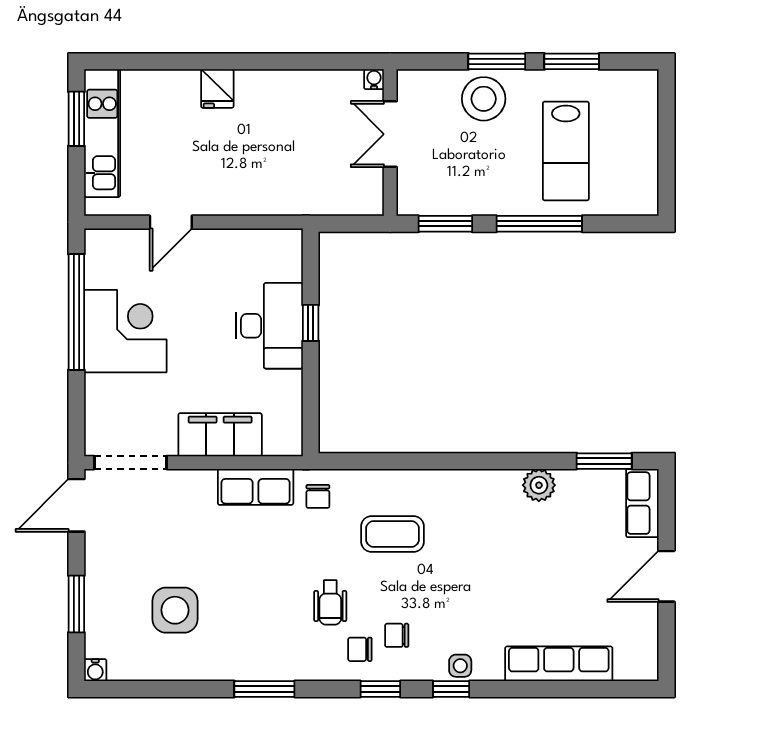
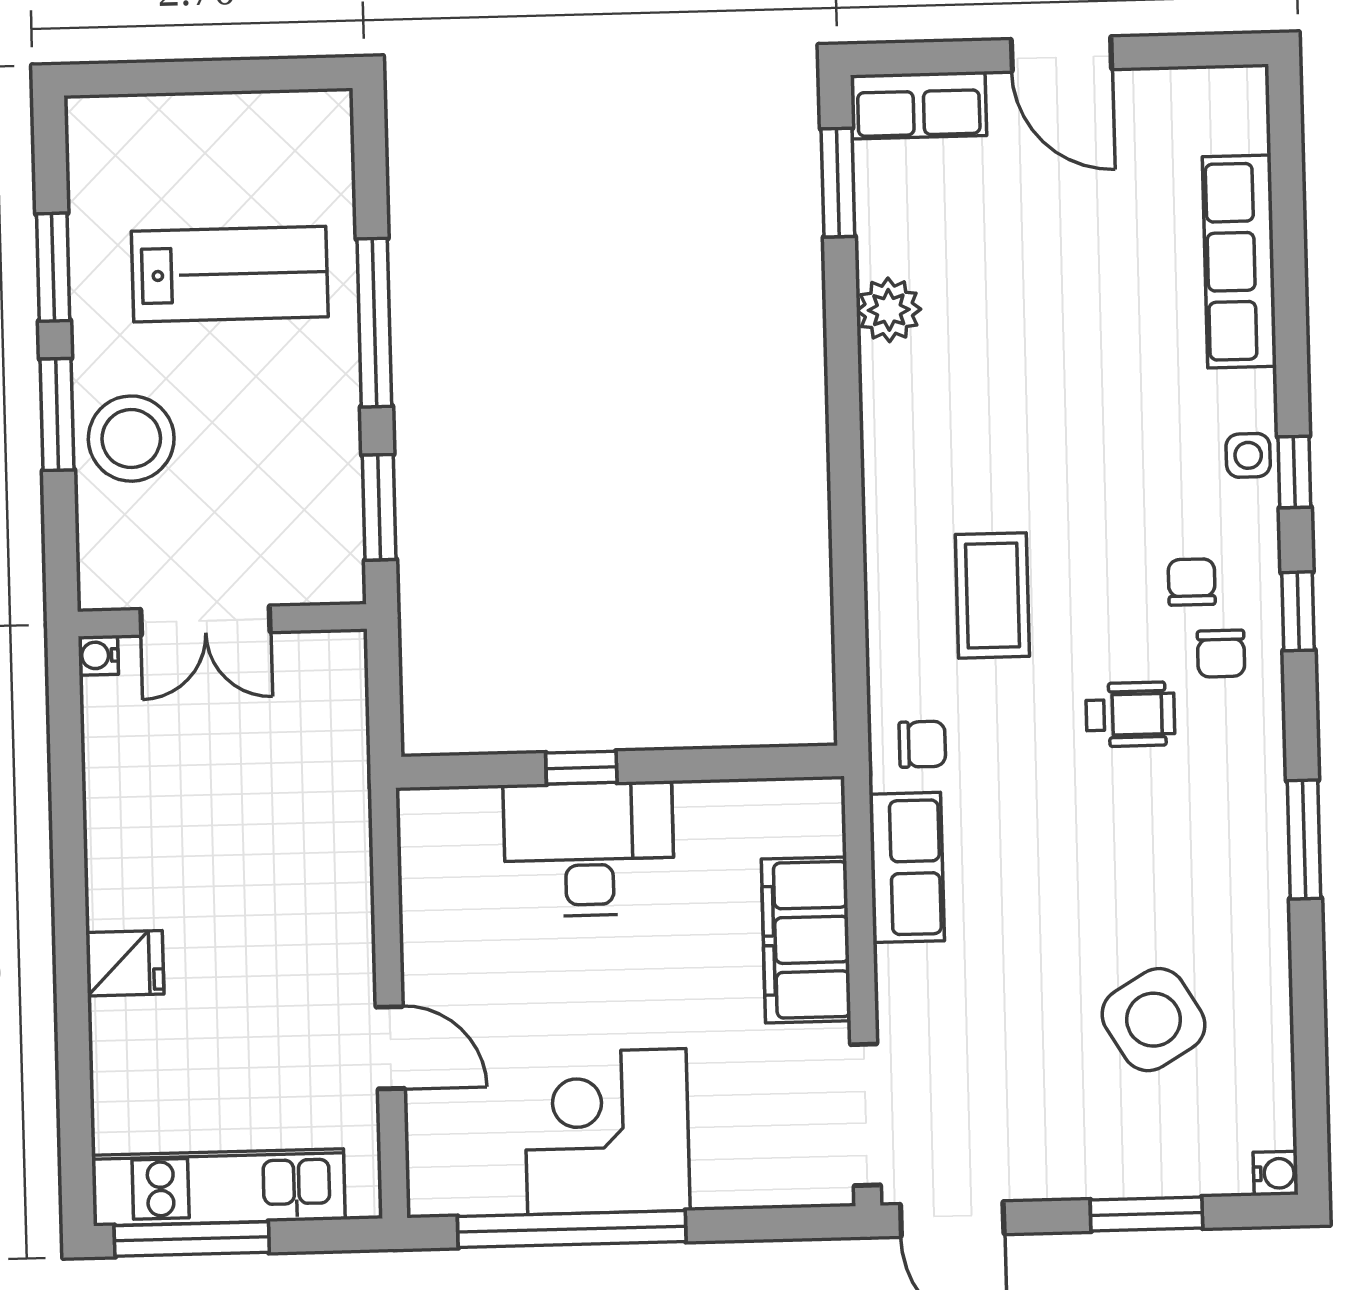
window: (76, 119) -> (192, 1239), width x1.44
side table: (175, 610) -> (1153, 1020), turned -31
chair: (397, 635) -> (1192, 582), turned 180

